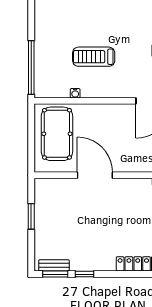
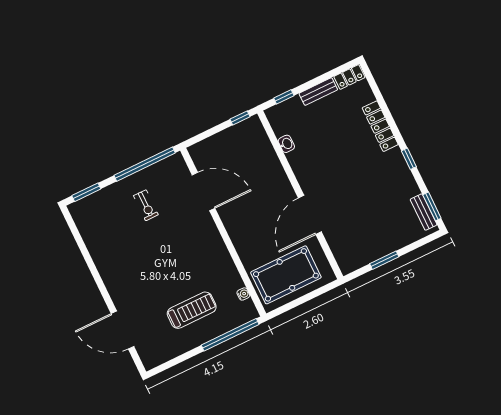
treadmill: (94, 57) -> (192, 310), moved, turned -90
water cooler: (75, 93) -> (243, 294), moved
window: (85, 274) -> (409, 159), moved

